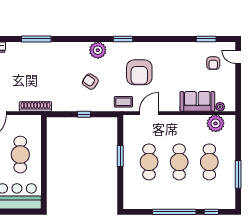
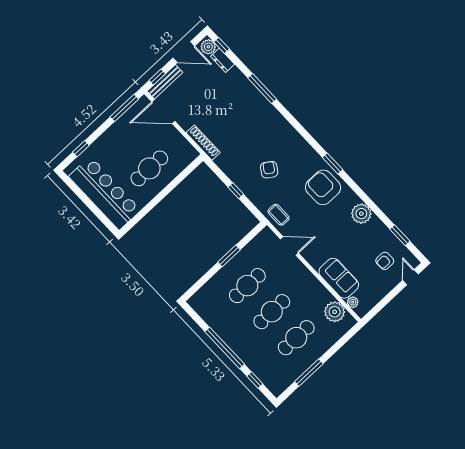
plant: (98, 50) -> (361, 214), moved
armchair: (139, 72) -> (323, 187), moved, turned 90

